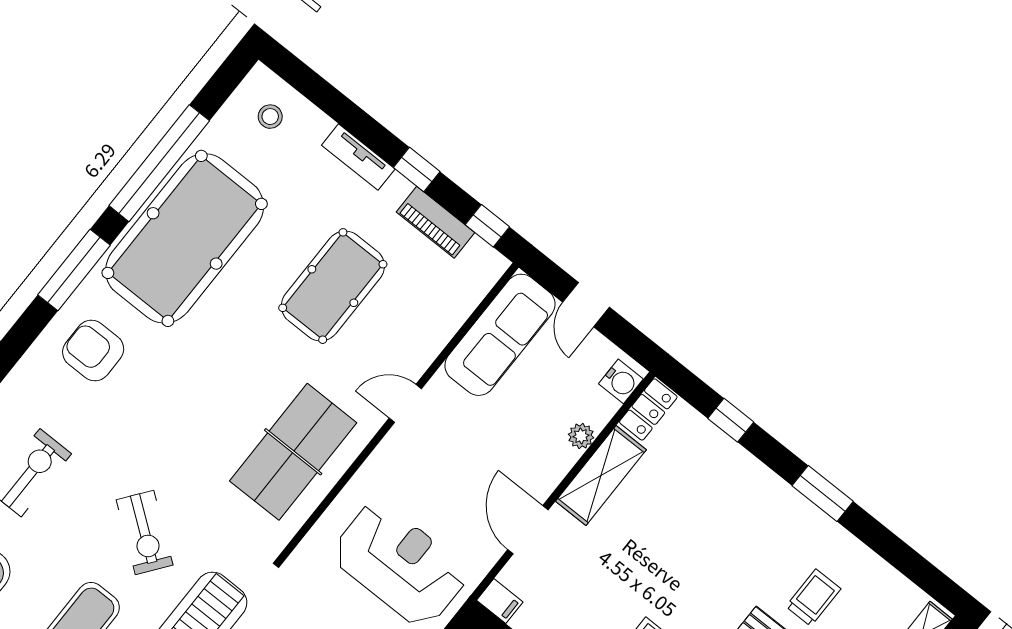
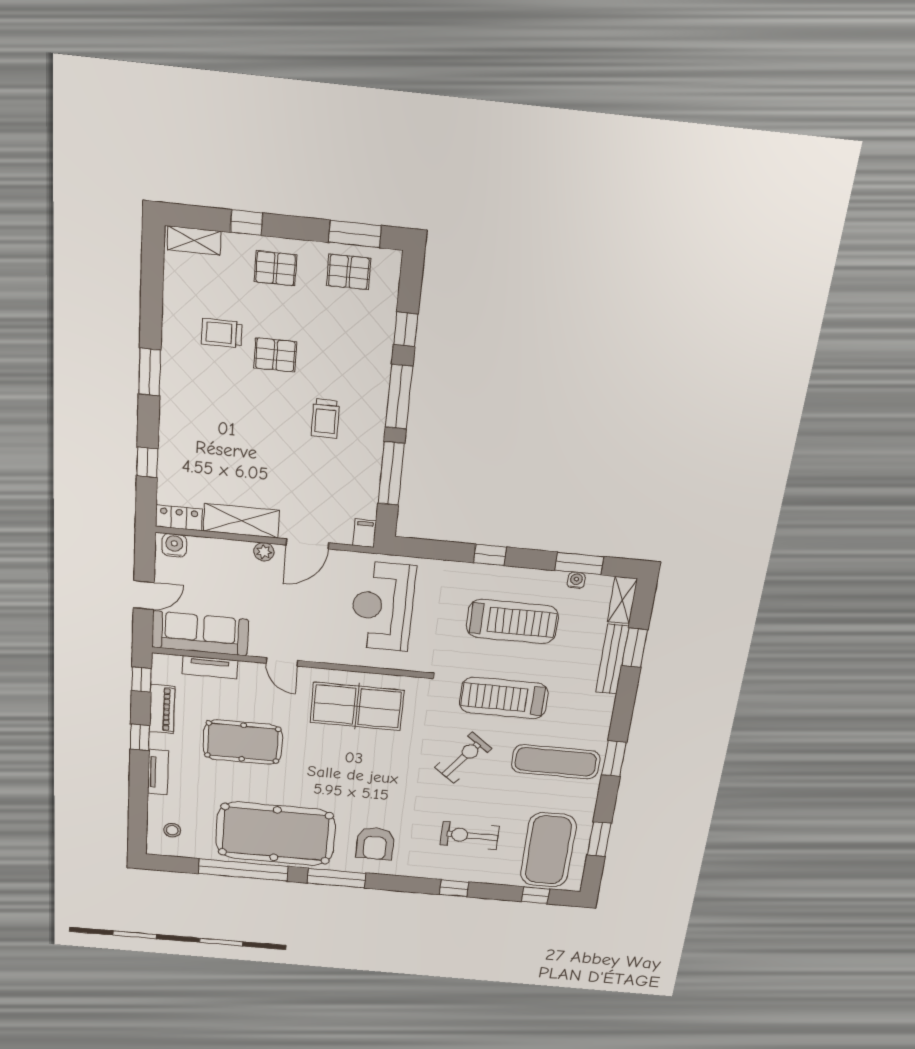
tv unit: (452, 316) -> (210, 667), added
plant: (581, 436) -> (264, 552), moved

